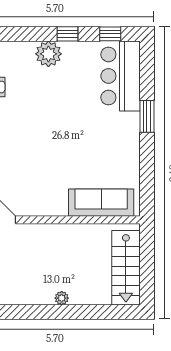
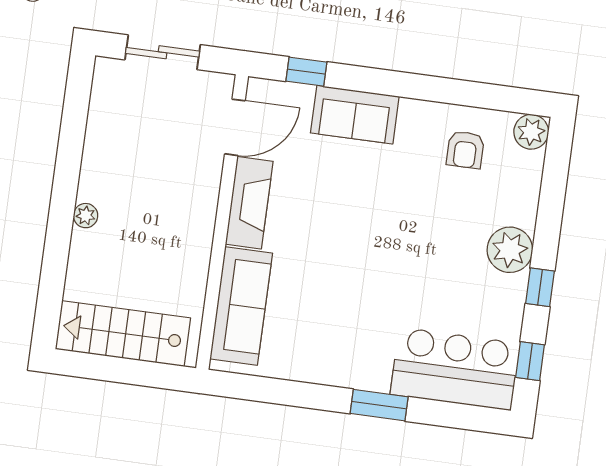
fireplace: (42, 206) -> (249, 203), added

